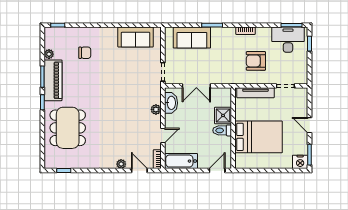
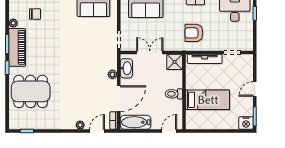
chair: (85, 53) -> (35, 14), moved
armchair: (256, 61) -> (194, 33), moved
double door: (196, 86) -> (150, 53), swing flipped
shower: (223, 115) -> (175, 62), moved
door: (310, 125) -> (255, 89), hinge flipped
dining table: (68, 128) -> (31, 91), turned 90
door: (163, 136) -> (119, 99), width x1.87
bed: (259, 137) -> (208, 100), width x0.67
door: (139, 171) -> (97, 131), hinge flipped

